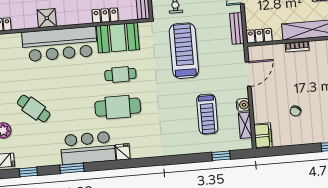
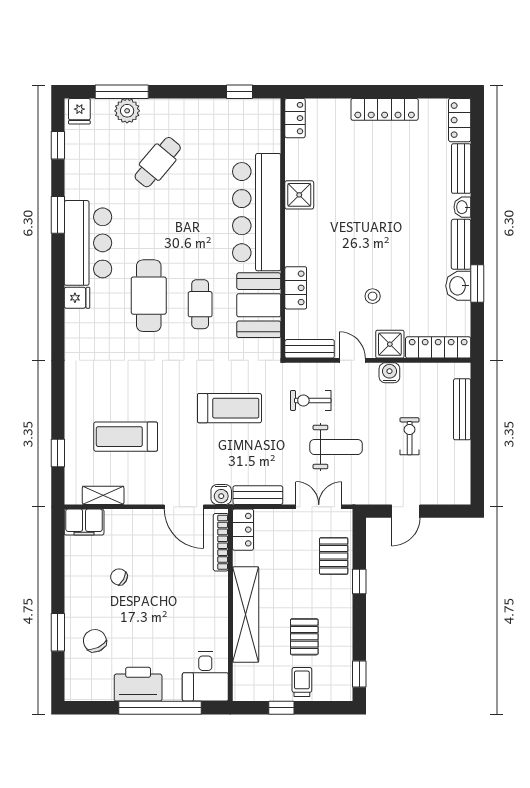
bookcase: (297, 47) -> (221, 542), moved, width x1.56
treadmill: (184, 51) -> (229, 408), width x0.73, depth x0.73
water cooler: (243, 105) -> (221, 495), moved

